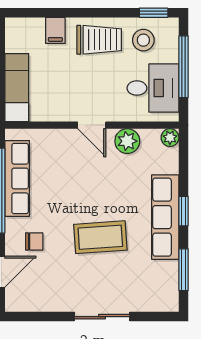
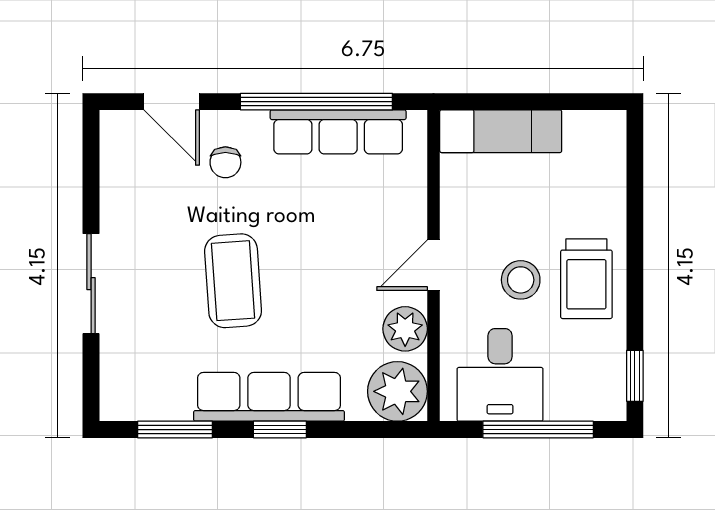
filing cabinet: (55, 30) -> (603, 200), removed
stool: (143, 40) -> (521, 280), moved
plant: (170, 138) -> (397, 391), width x1.87, depth x1.87

